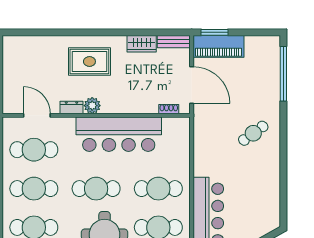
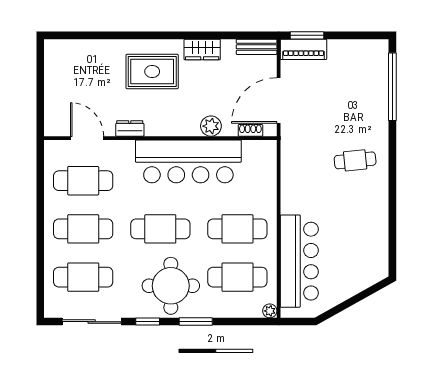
wardrobe: (142, 44) -> (202, 49), moved
piano: (218, 46) -> (303, 49), width x0.73, depth x0.75
door: (192, 85) -> (279, 100), swing flipped
plant: (92, 106) -> (211, 126), moved
cafe table: (253, 133) -> (355, 160), turned 30

